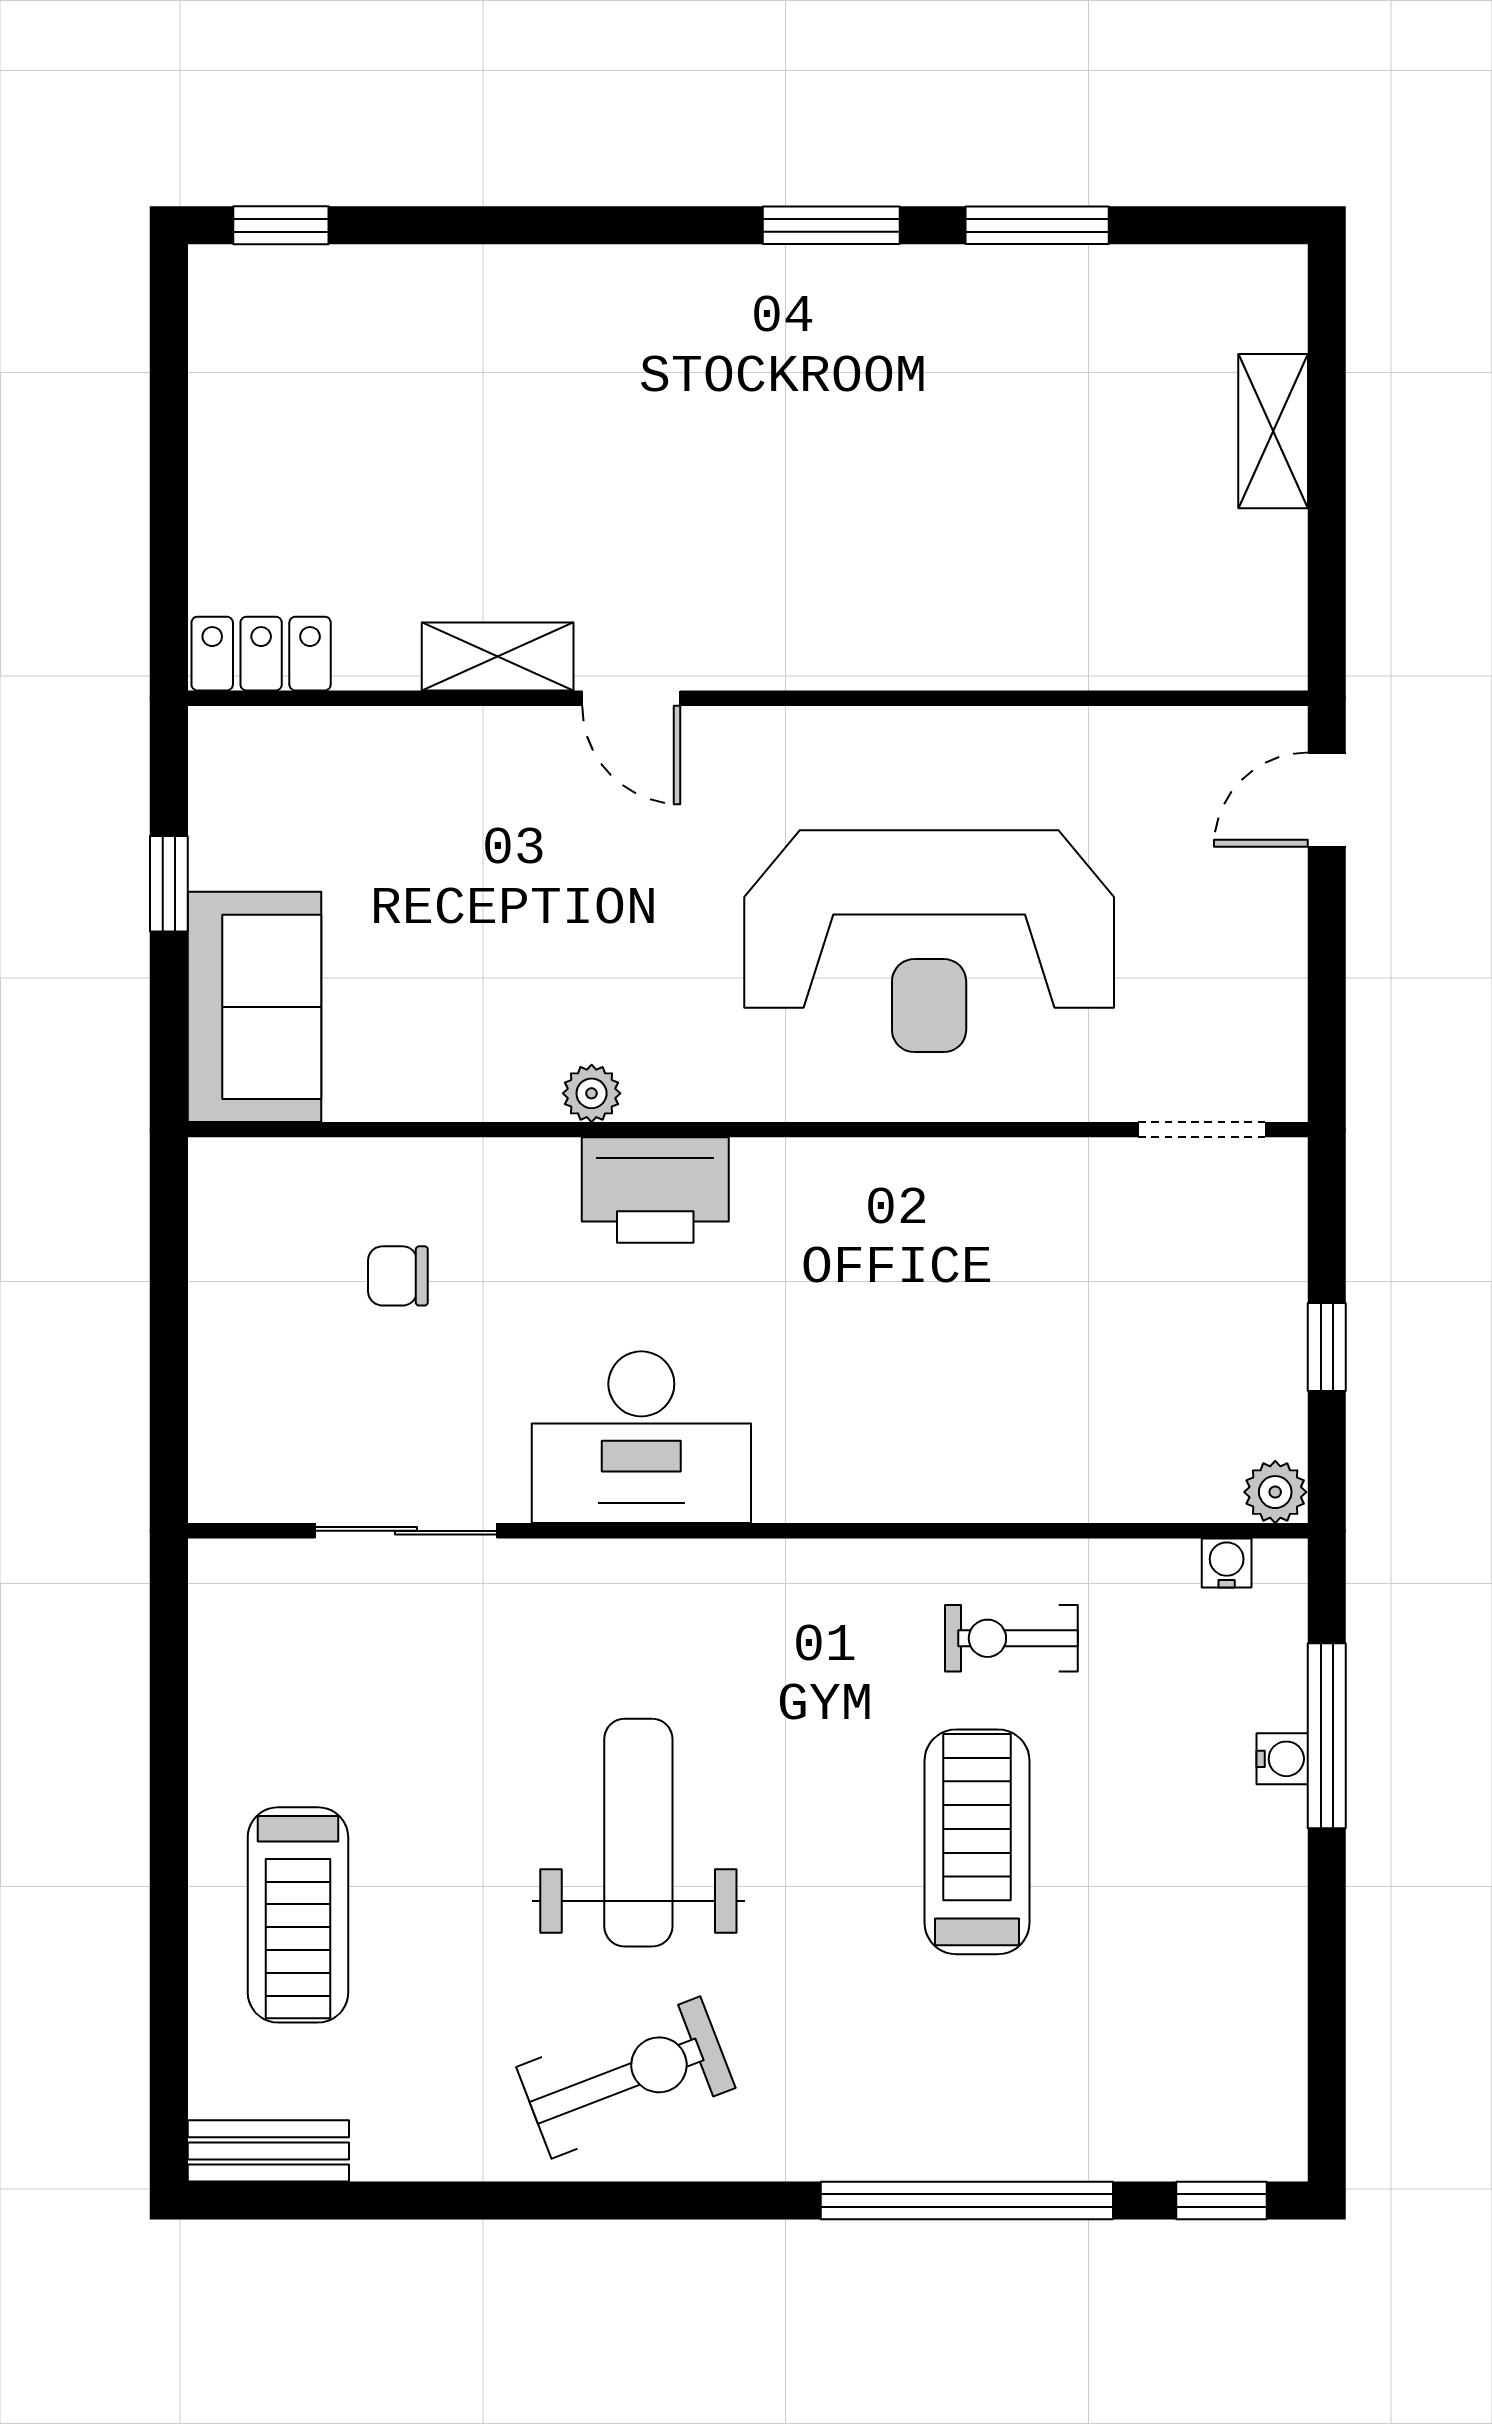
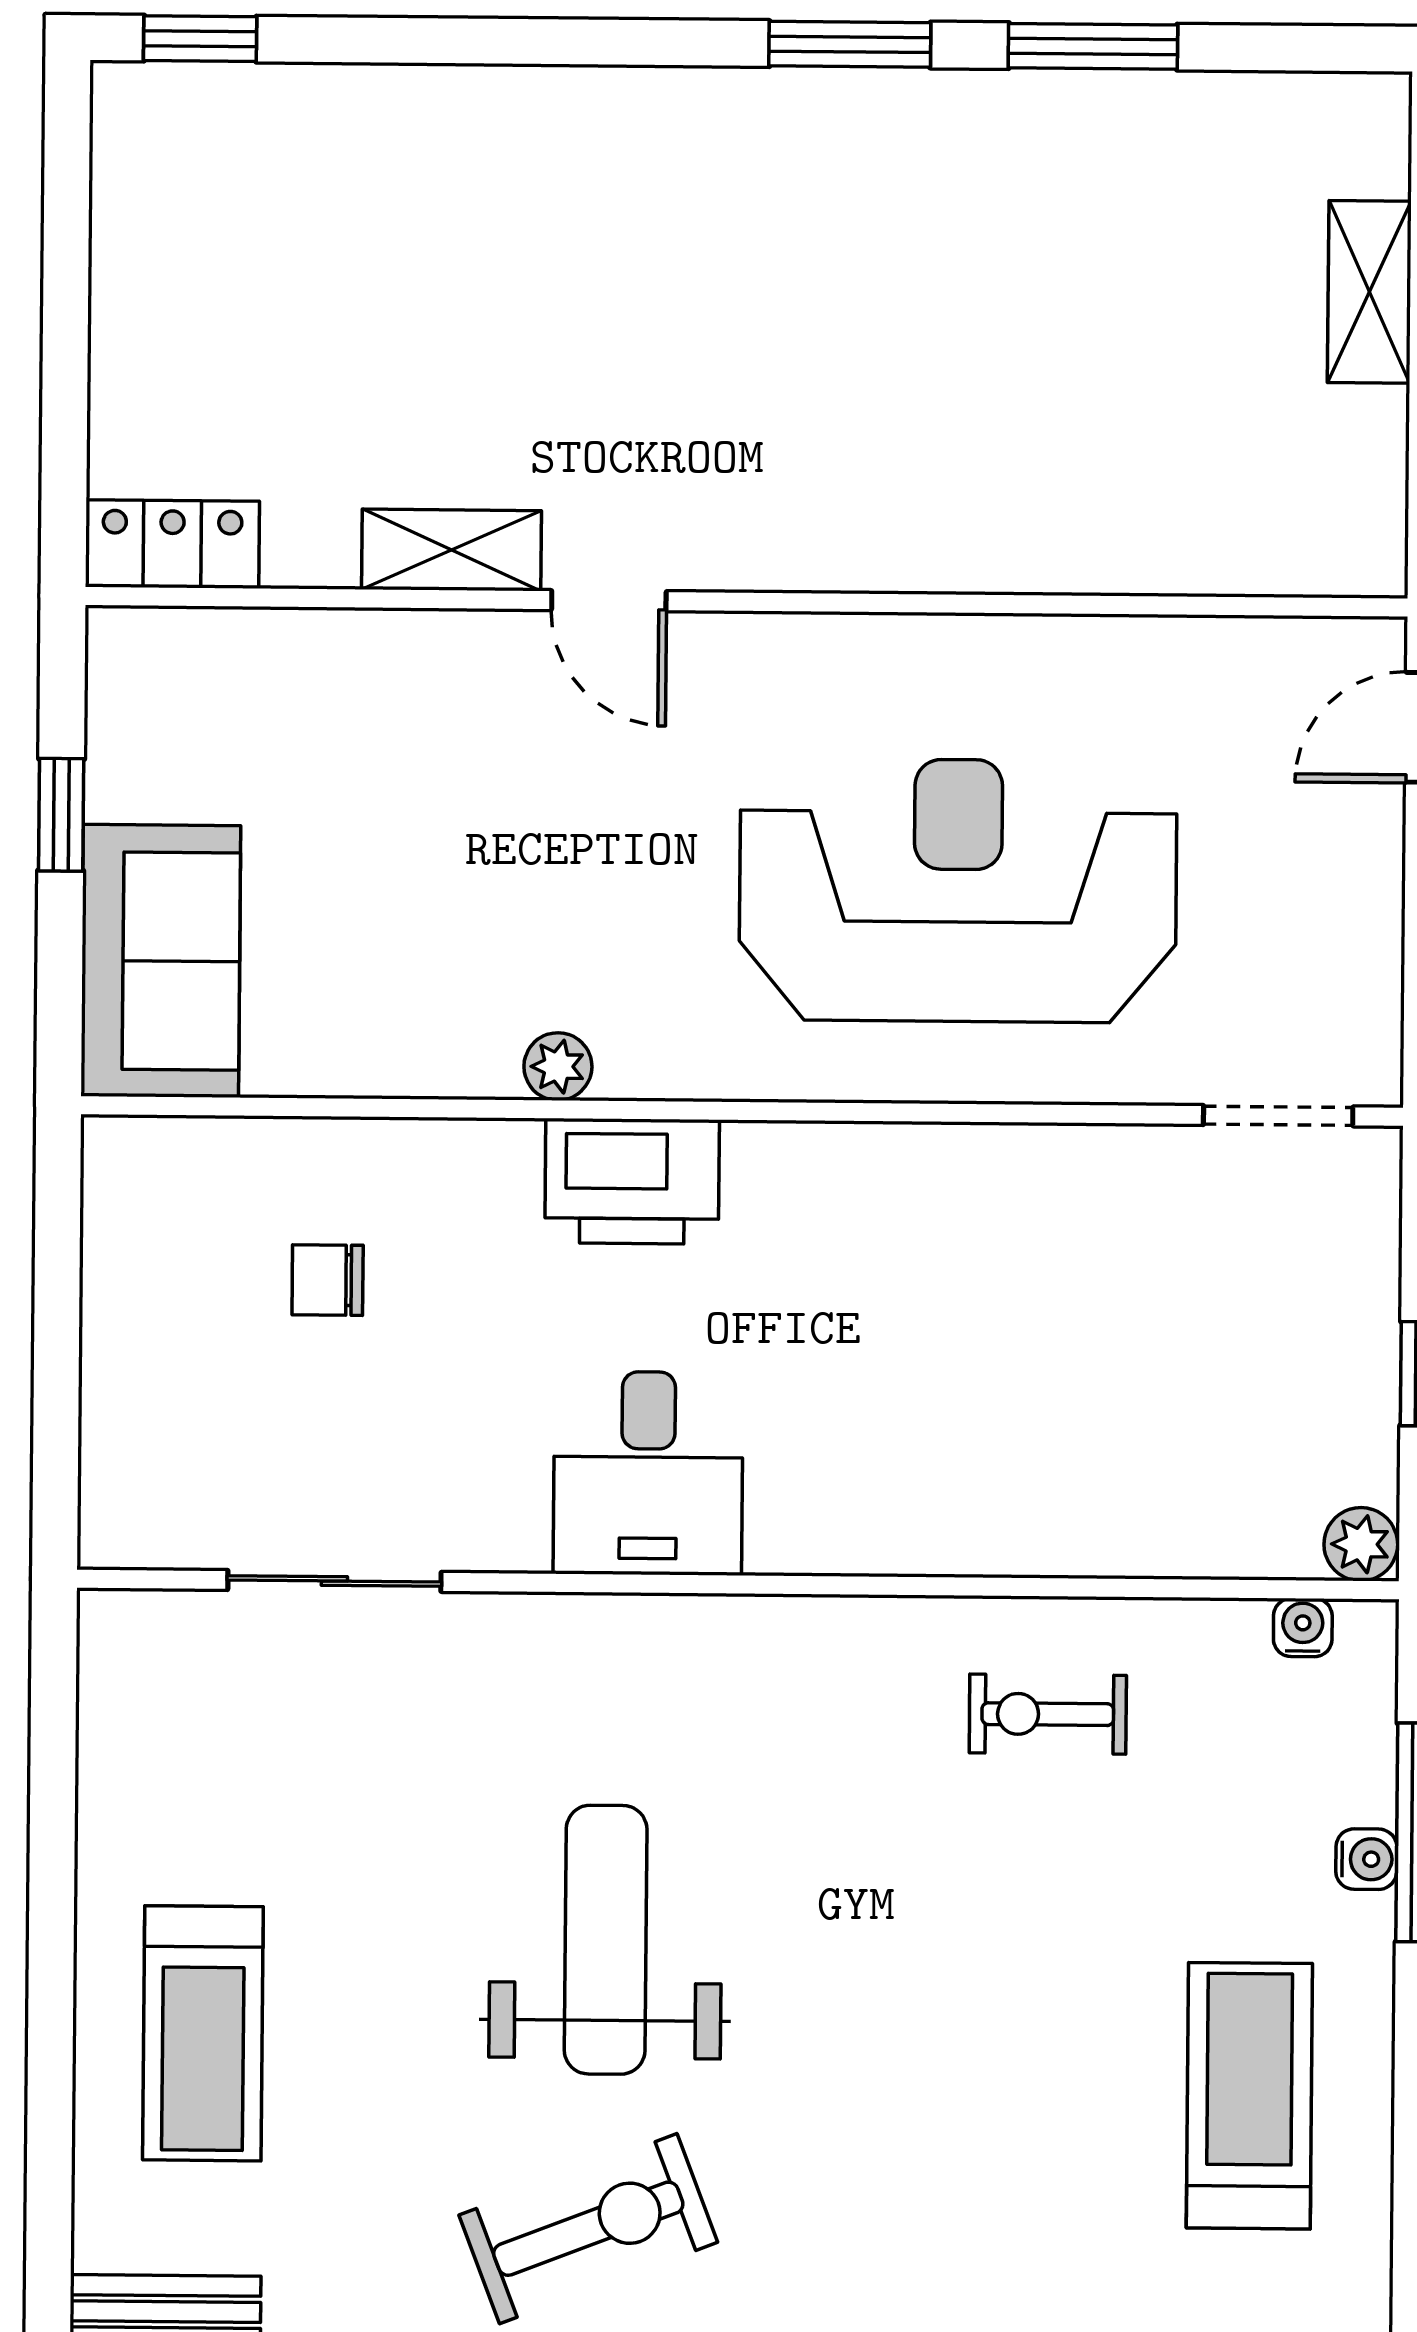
reception desk: (929, 941) -> (958, 890), turned 180
desk: (641, 1437) -> (648, 1473), width x0.73
treadmill: (977, 1842) -> (1249, 2096), moved

